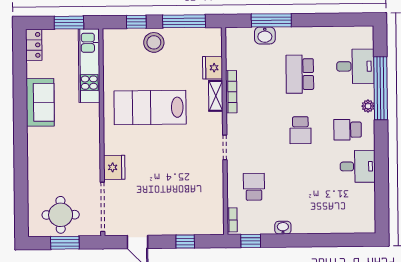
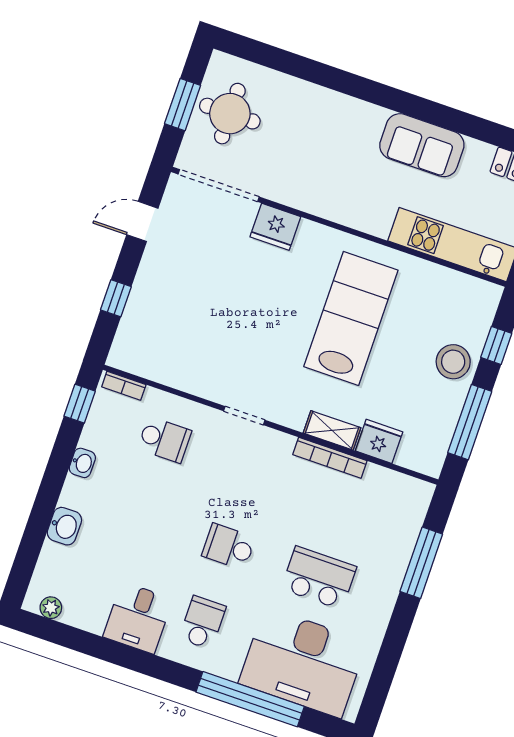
washbasin: (265, 35) -> (64, 526), moved, turned 180
desk: (355, 66) -> (303, 662), width x1.87, depth x1.30
plant: (368, 106) -> (51, 608), moved

